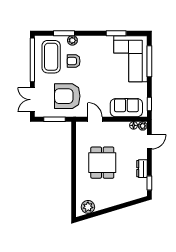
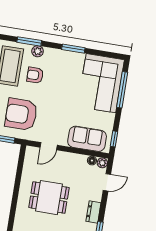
window: (116, 33) -> (73, 49), moved
door: (95, 119) -> (49, 146), swing flipped
dining table: (102, 163) -> (49, 198), turned 90

